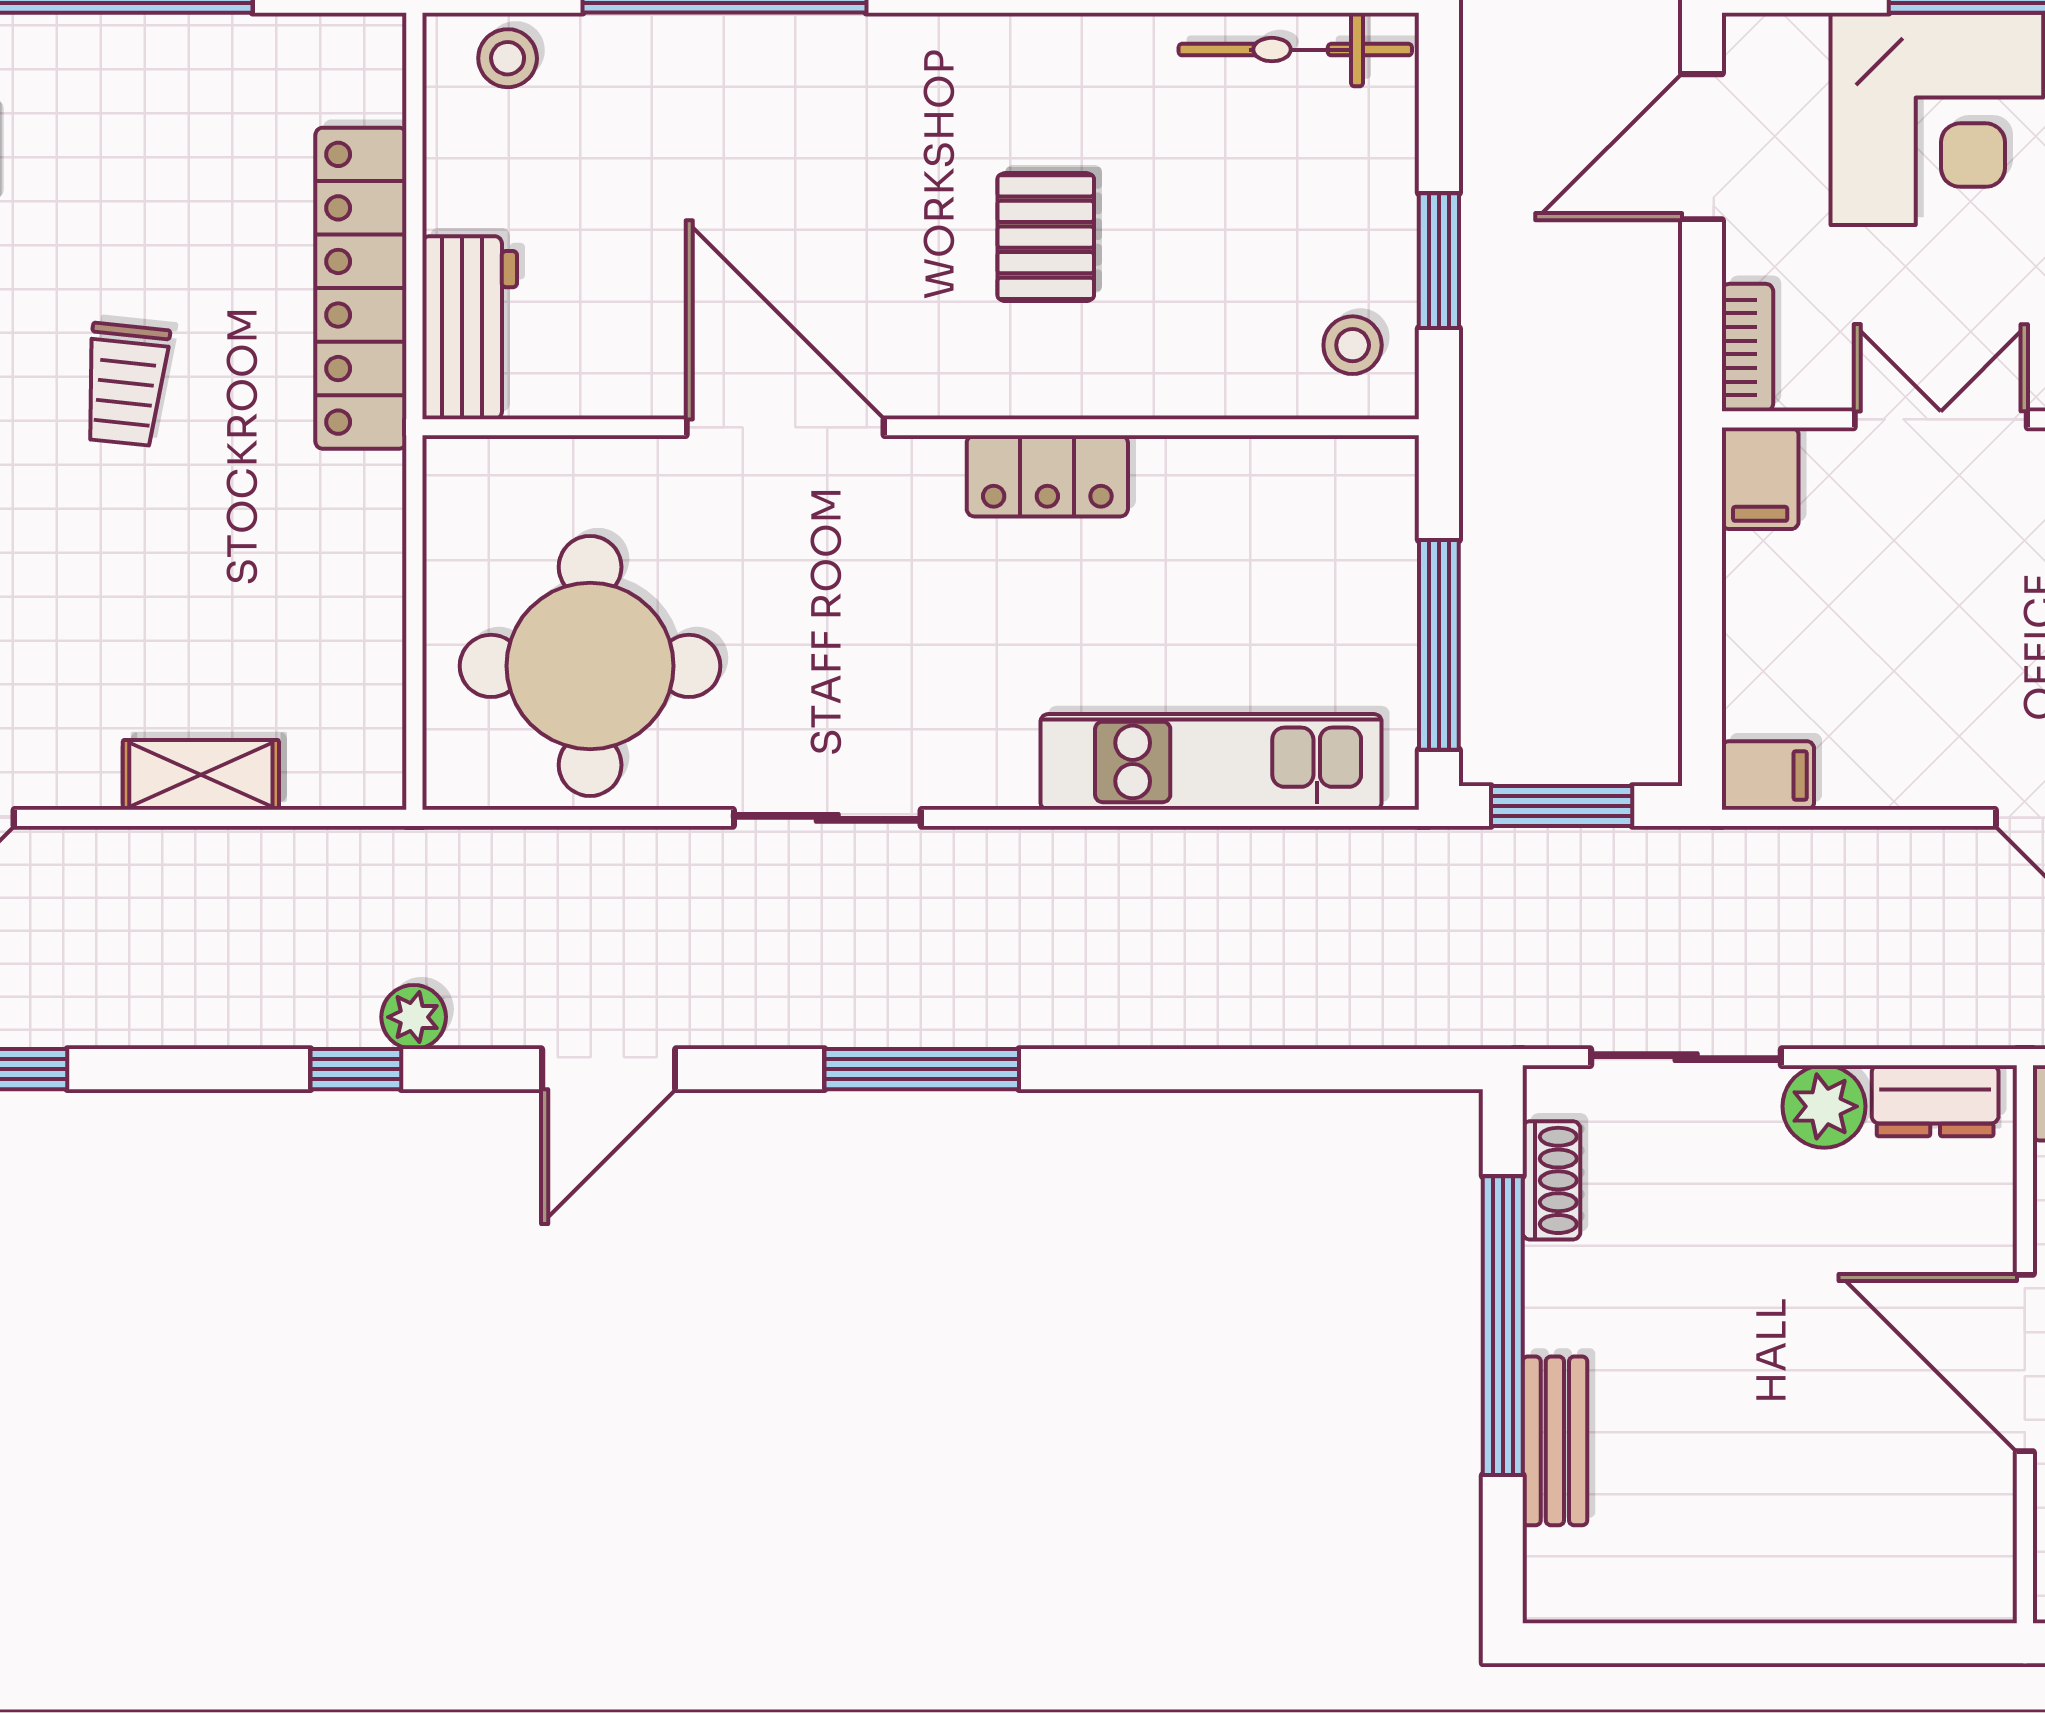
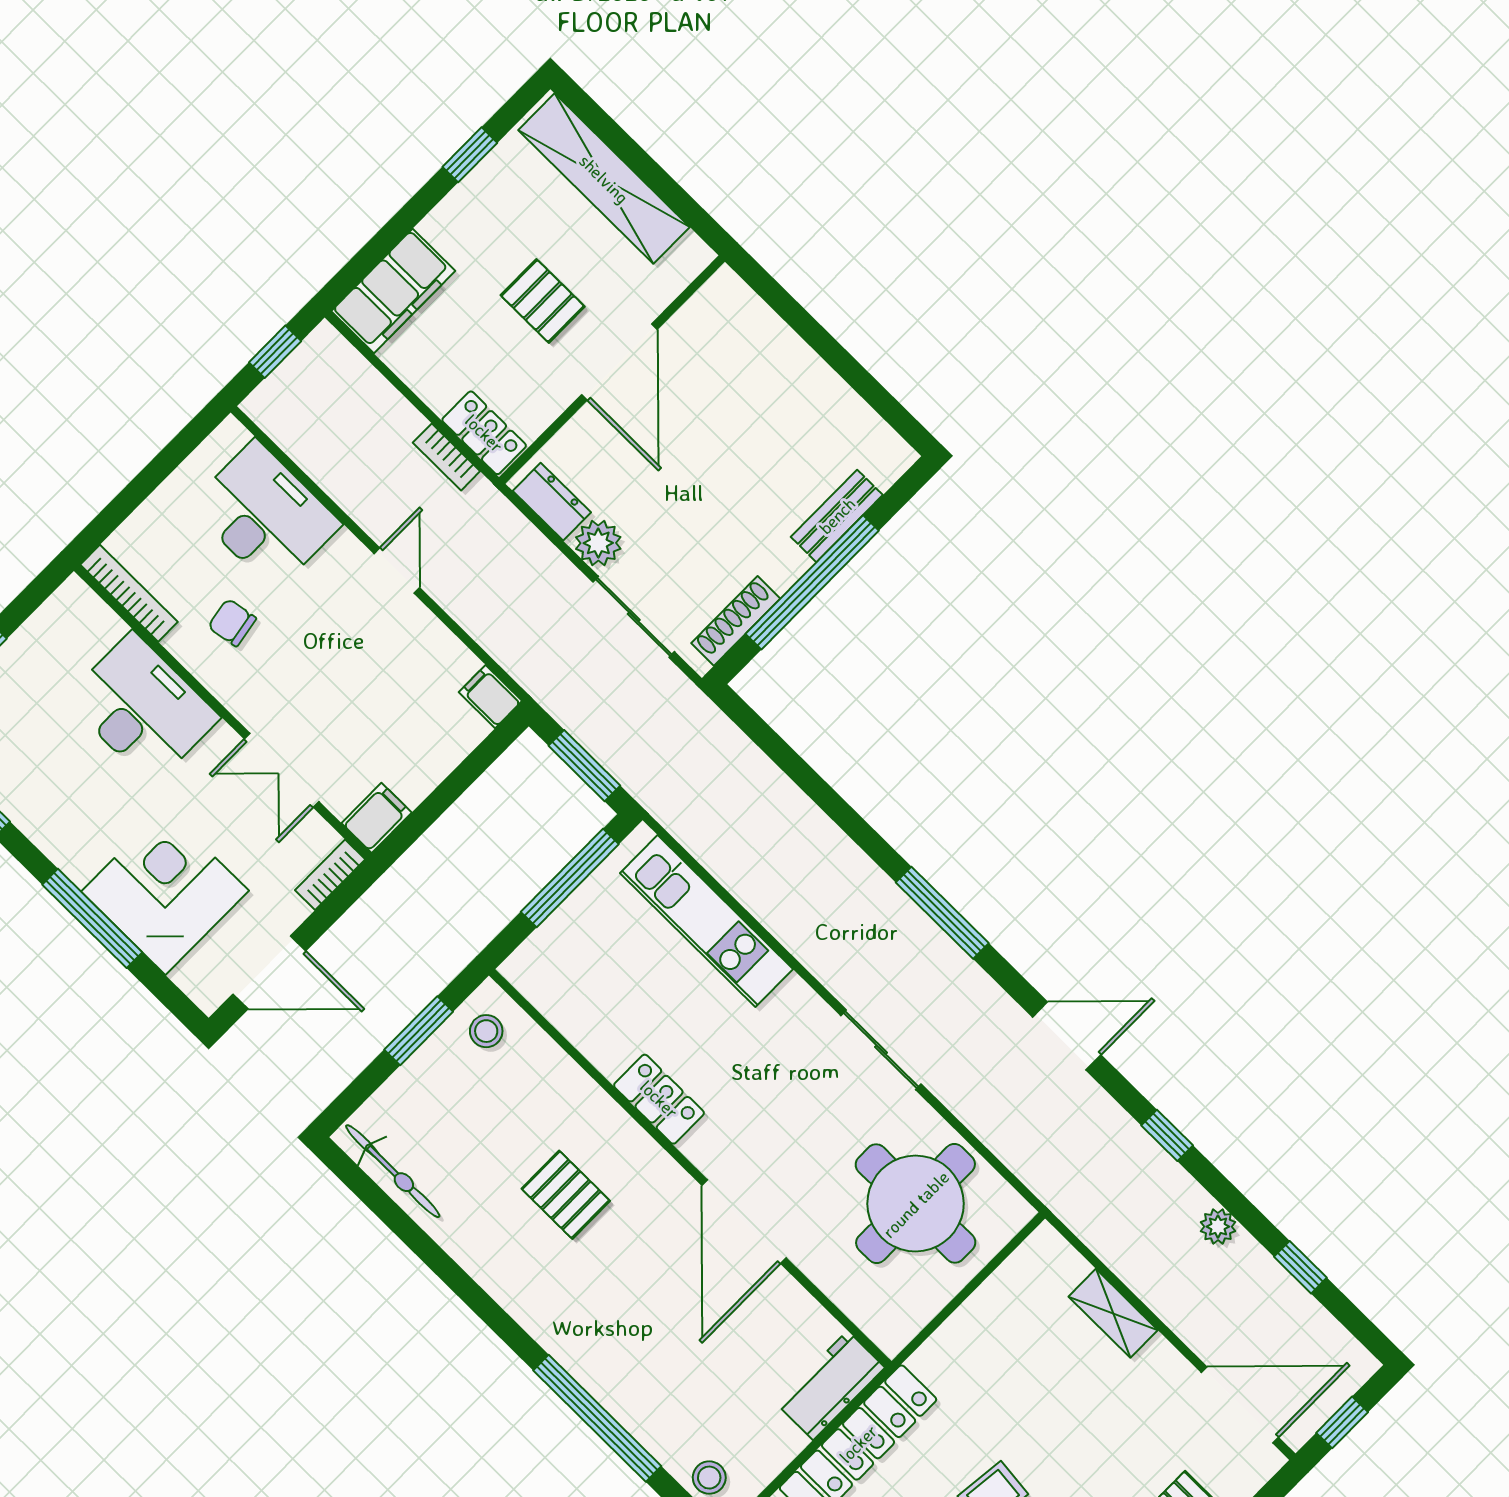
pallet: (1046, 237) -> (566, 1195), turned 90
plant: (414, 1017) -> (1218, 1227), moved
shoe rack: (1551, 1180) -> (736, 621), width x1.43

